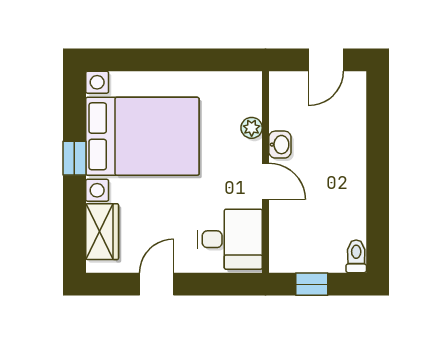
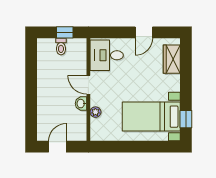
bed with nightstands: (142, 136) -> (151, 117), width x0.73
window: (74, 158) -> (186, 119), moved
toilet: (356, 256) -> (61, 47), moved

